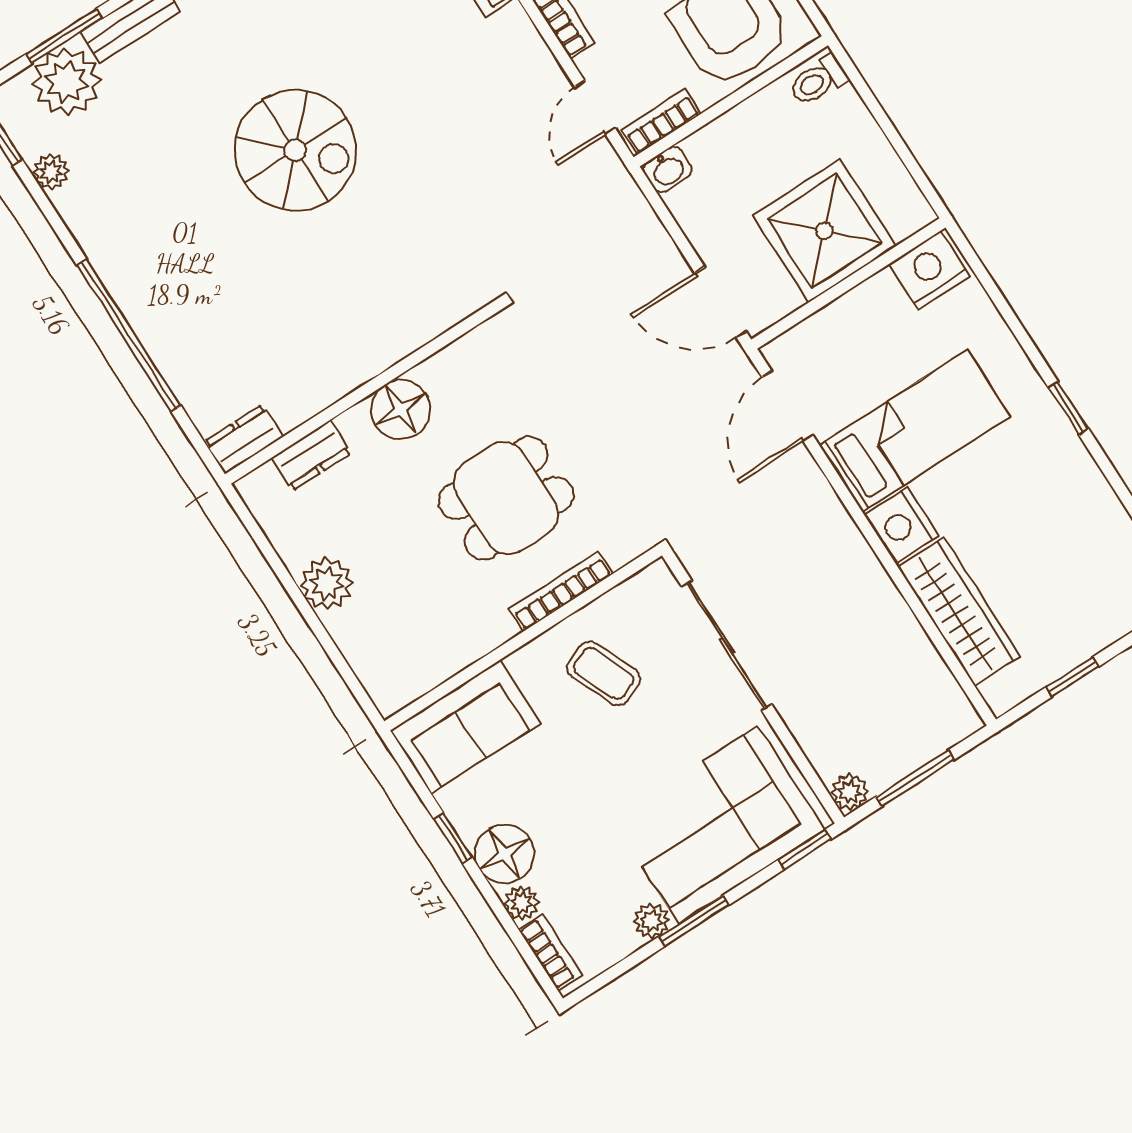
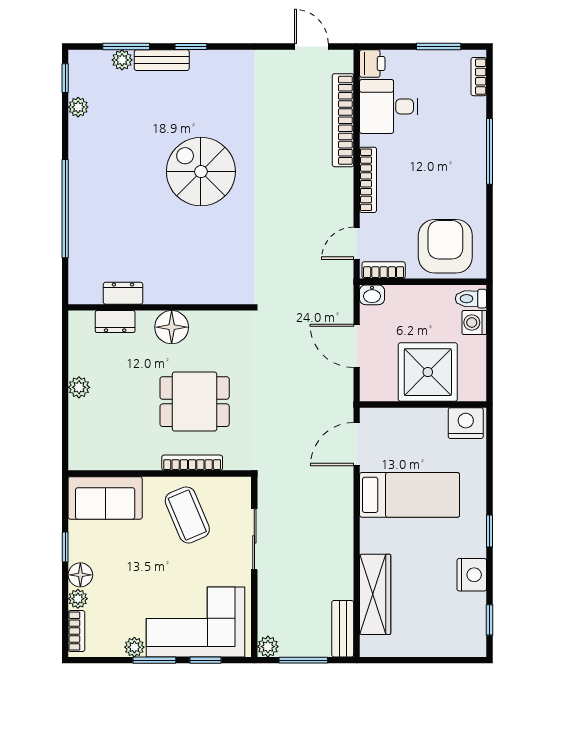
plant: (66, 82) -> (122, 60), width x0.53, depth x0.53
washing machine: (846, 113) -> (474, 322), added
spiral stairs: (295, 150) -> (201, 172), turned 180
door: (721, 302) -> (357, 346), moved
dresser: (244, 439) -> (123, 293), moved
nightstand: (902, 525) -> (472, 575), moved, turned 180
plant: (327, 584) -> (79, 387), width x0.73, depth x0.73
sliding door: (727, 646) -> (254, 539), width x0.73
coffee table: (604, 673) -> (187, 515), width x1.36, depth x1.30
window: (1072, 677) -> (409, 660), removed
bench: (944, 694) -> (343, 629), added
window: (805, 849) -> (206, 660), moved
floor lamp: (505, 854) -> (80, 575), width x0.73, depth x0.73

